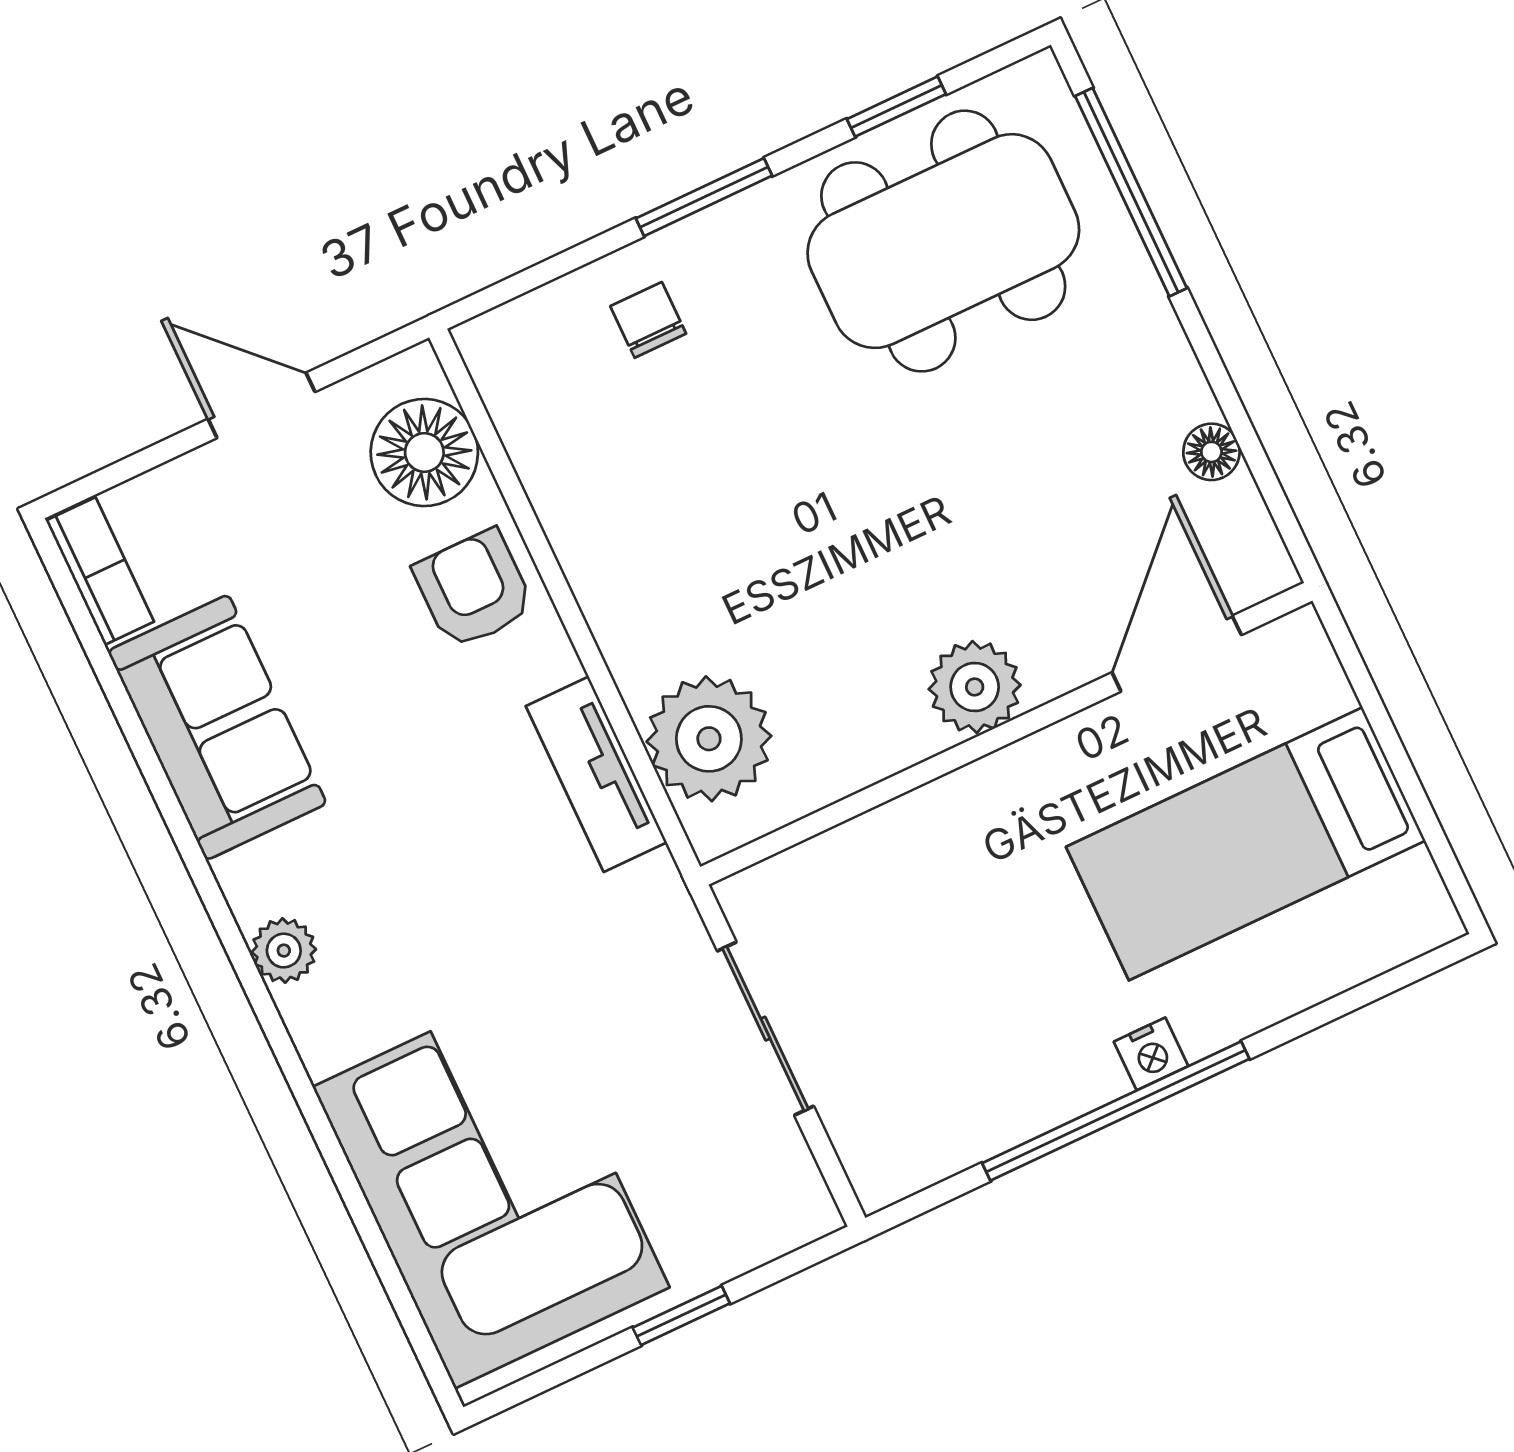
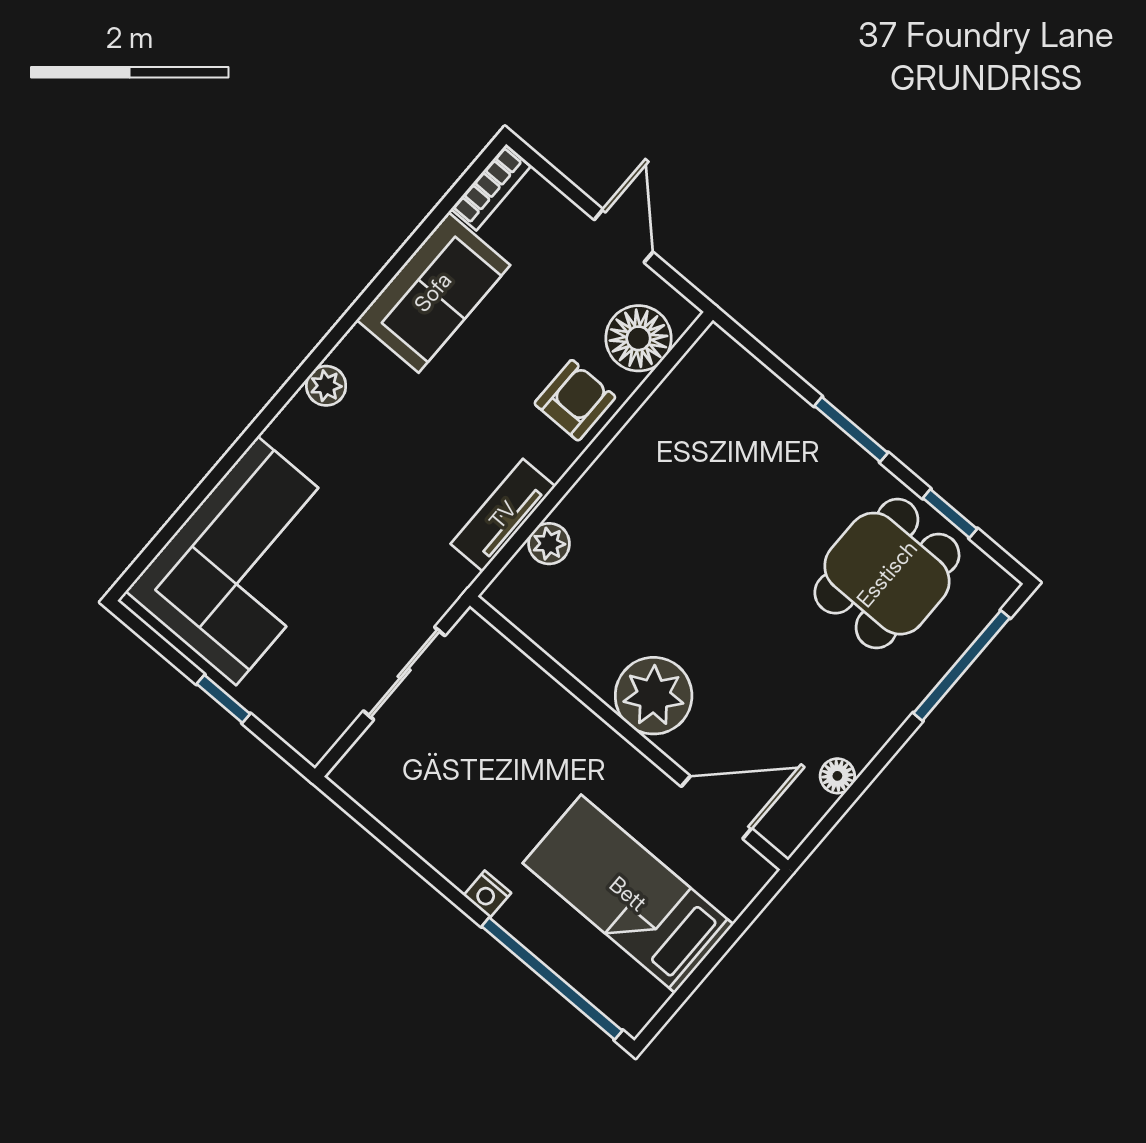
dining table: (943, 241) -> (887, 574), width x0.73
chair: (648, 320) -> (769, 429), removed
plant: (975, 687) -> (654, 696), width x1.36, depth x1.36
plant: (709, 739) -> (549, 544), width x0.53, depth x0.53
window: (1116, 1111) -> (552, 979), moved

